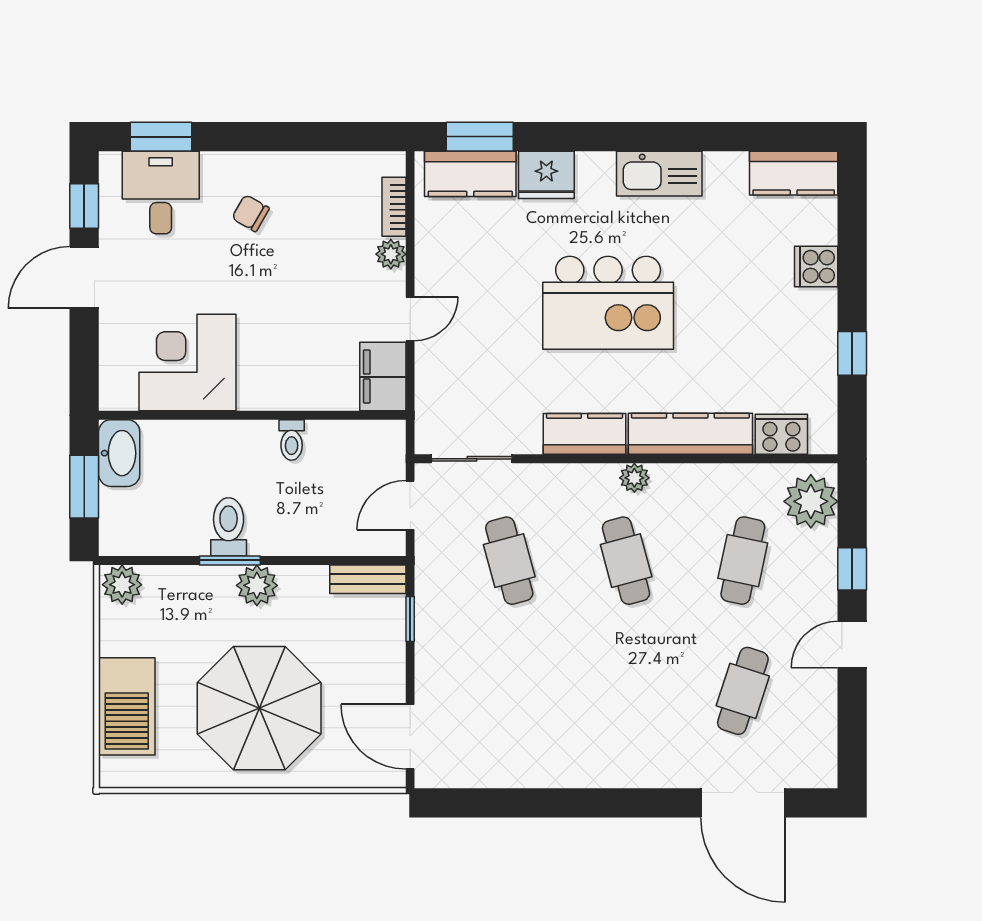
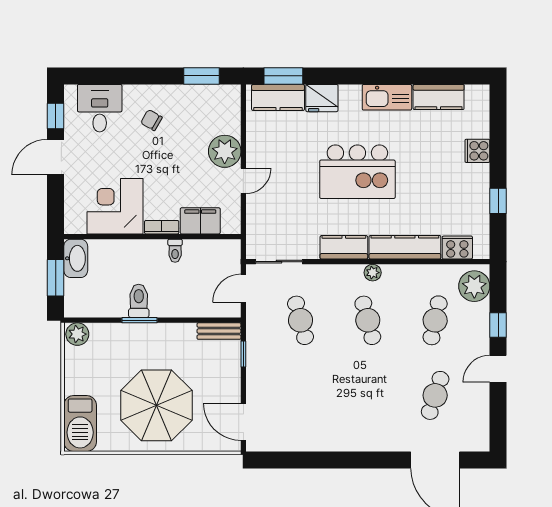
window: (161, 137) -> (201, 76), moved
kitchen counter: (794, 173) -> (439, 97), moved
bookcase: (394, 207) -> (162, 227), moved, turned 90
plant: (391, 254) -> (225, 151), width x1.88, depth x1.88
filing cabinet: (383, 377) -> (200, 221), moved, turned 90
plant: (257, 585) -> (155, 335), removed
barbecue: (127, 706) -> (80, 423), moved

